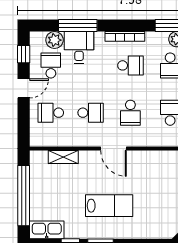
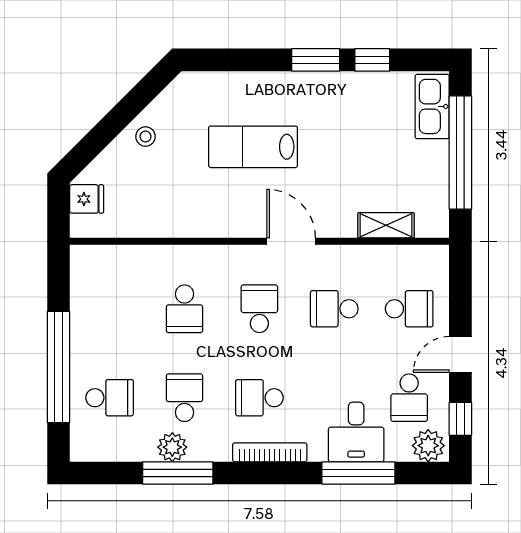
plant: (55, 40) -> (428, 446), moved
lab bench: (109, 206) -> (253, 147), moved
kitchen sink: (47, 230) -> (432, 106), moved, turned 90

